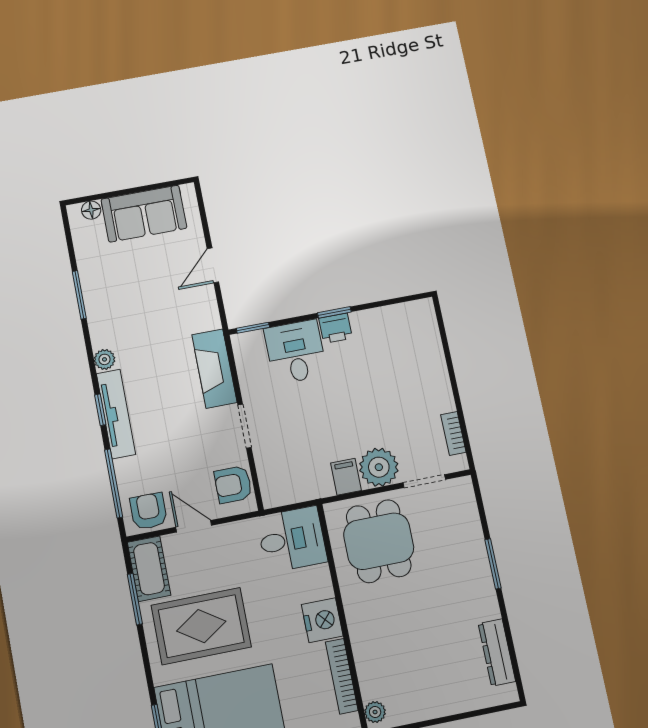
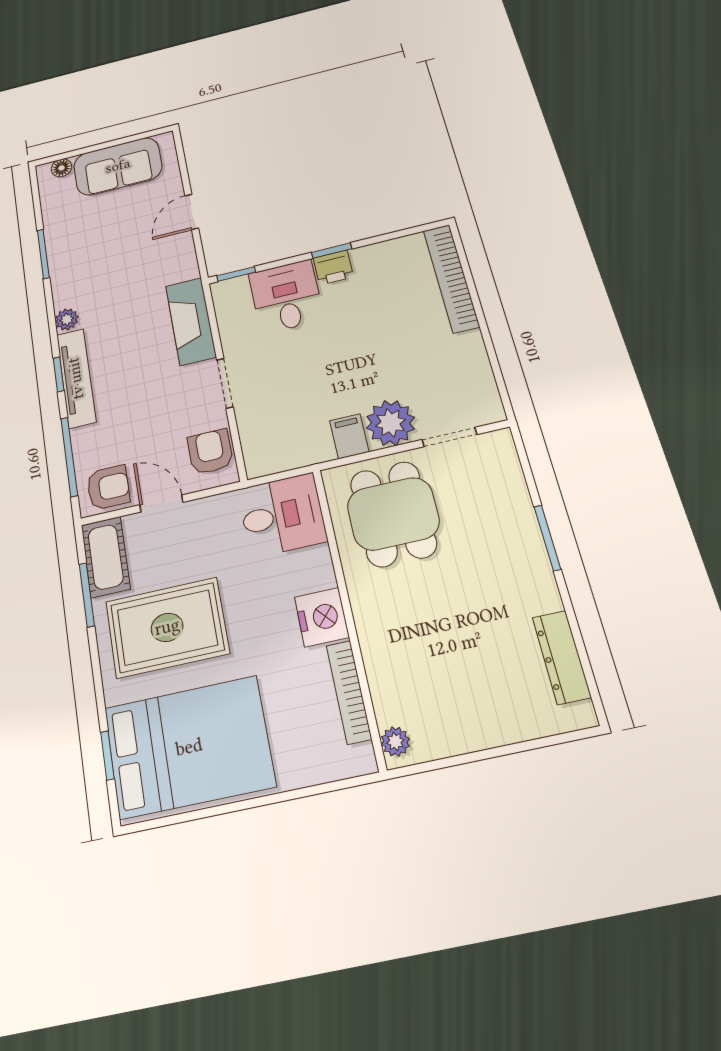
bookcase: (453, 433) -> (451, 278), moved, width x2.31, depth x1.31
armchair: (233, 485) -> (210, 452), turned 90
armchair: (149, 511) -> (108, 487), turned 90

